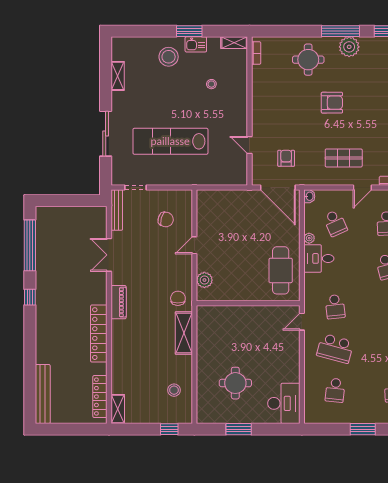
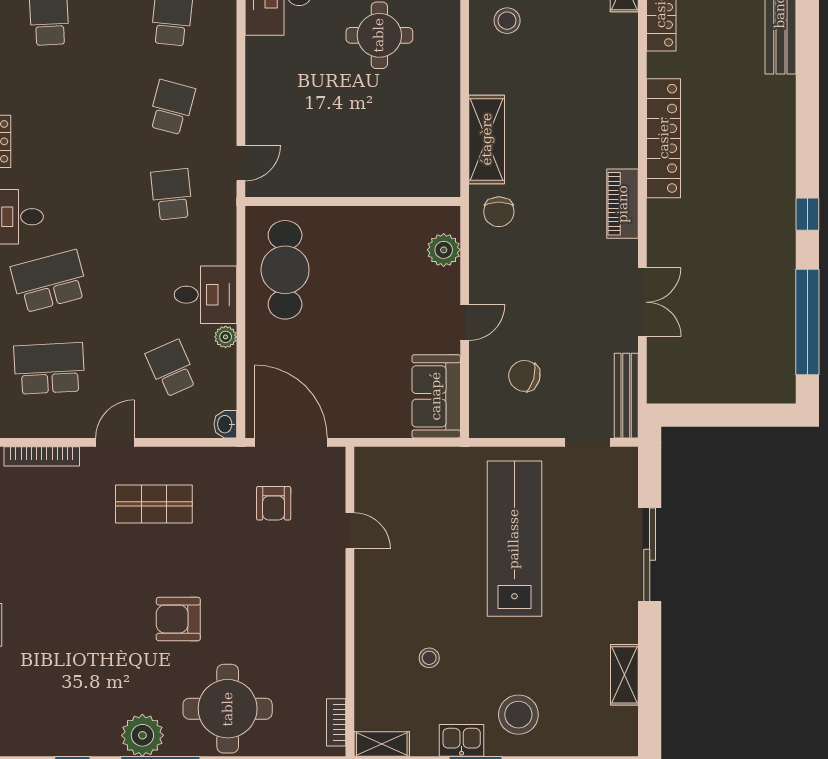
round table: (308, 60) -> (228, 709), width x1.36, depth x1.36
lab bench: (170, 141) -> (514, 539), turned -90
sofa: (208, 210) -> (436, 396), added
school desk: (335, 348) -> (172, 107), width x0.54

